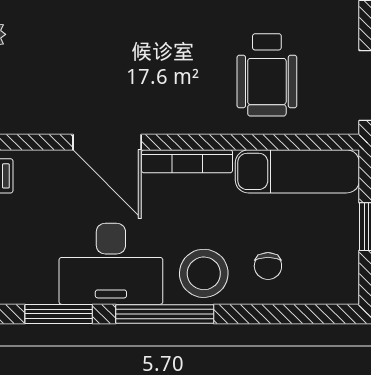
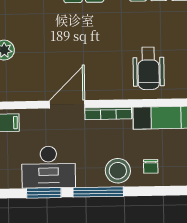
door: (107, 142) -> (67, 104), swing flipped
desk: (111, 264) -> (49, 167), moved

